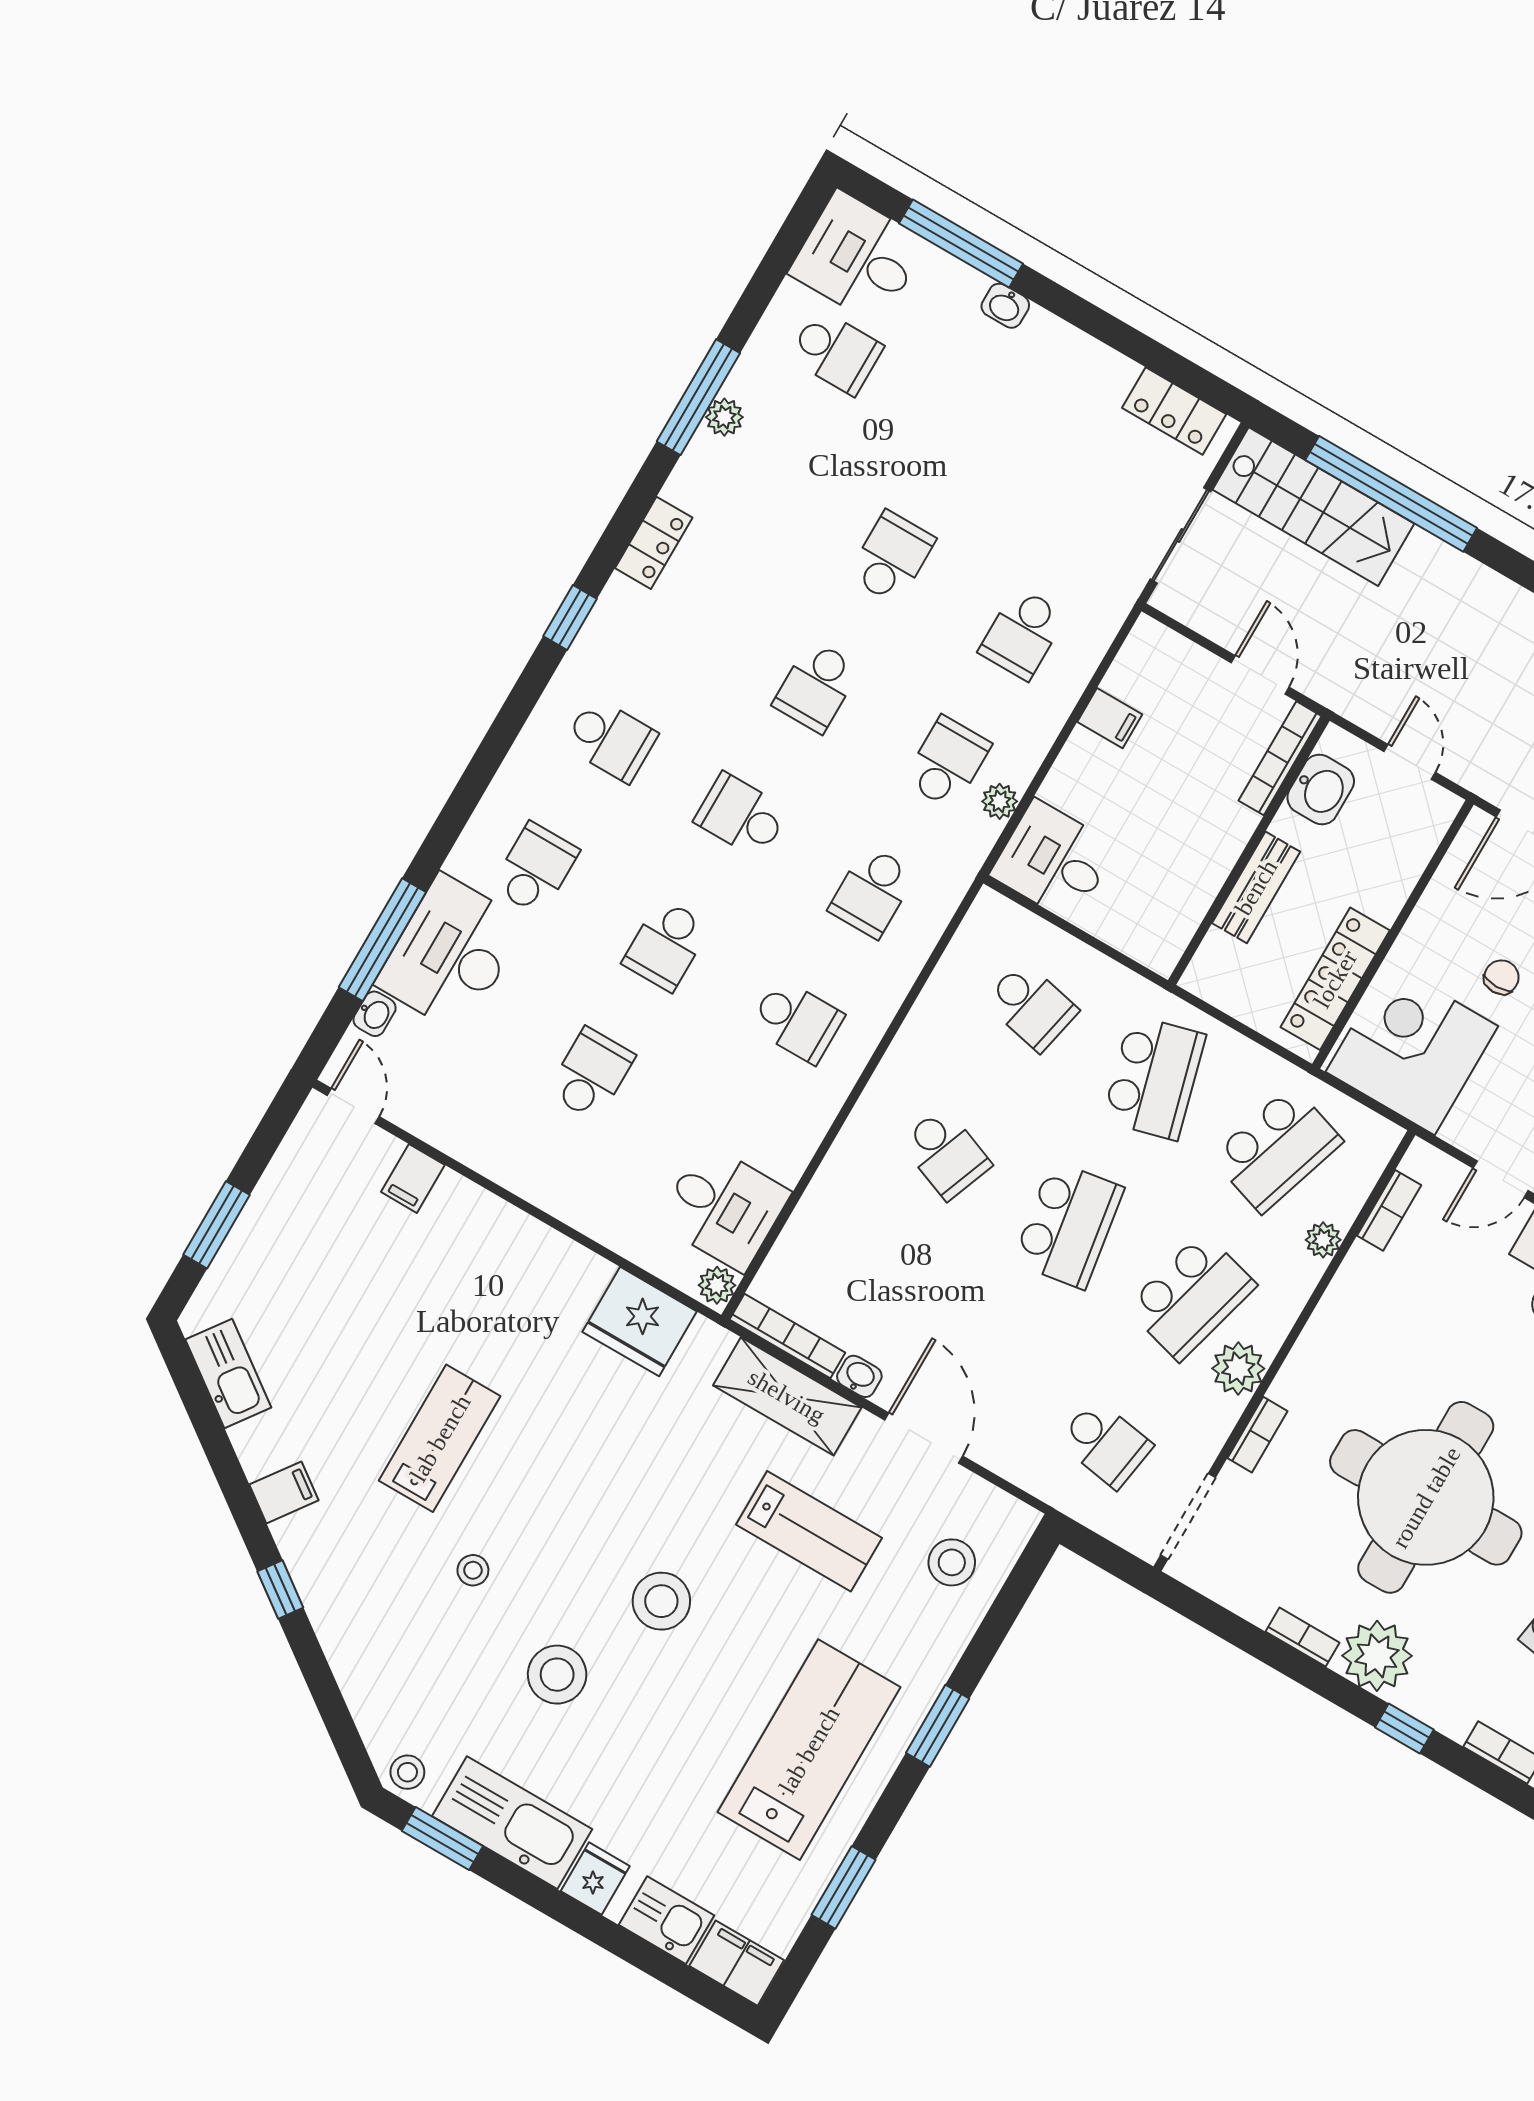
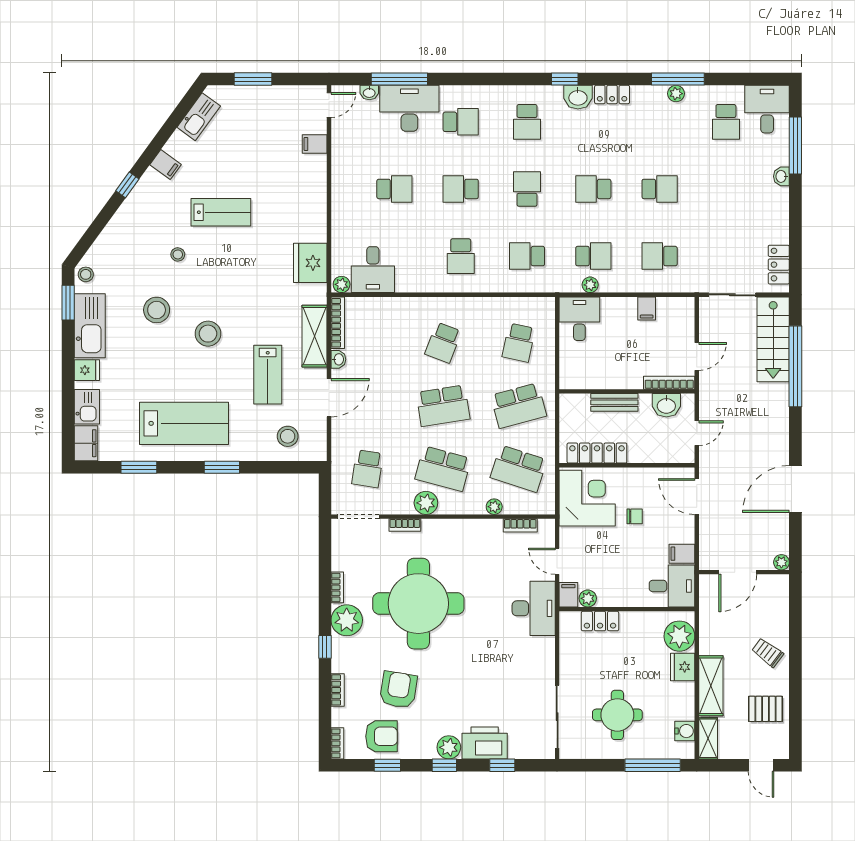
washbasin: (620, 612) -> (578, 97), added

